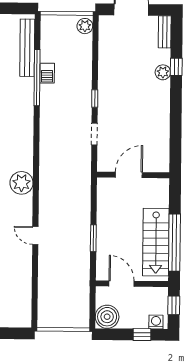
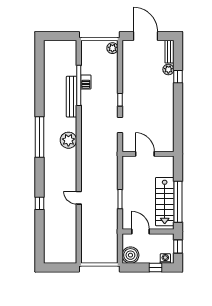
bench: (27, 48) -> (72, 97), moved
plant: (163, 72) -> (168, 69), moved
door: (129, 175) -> (145, 154), hinge flipped
plant: (22, 183) -> (68, 140), moved

